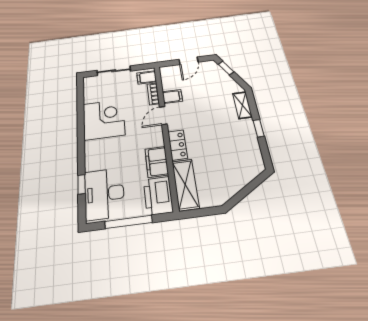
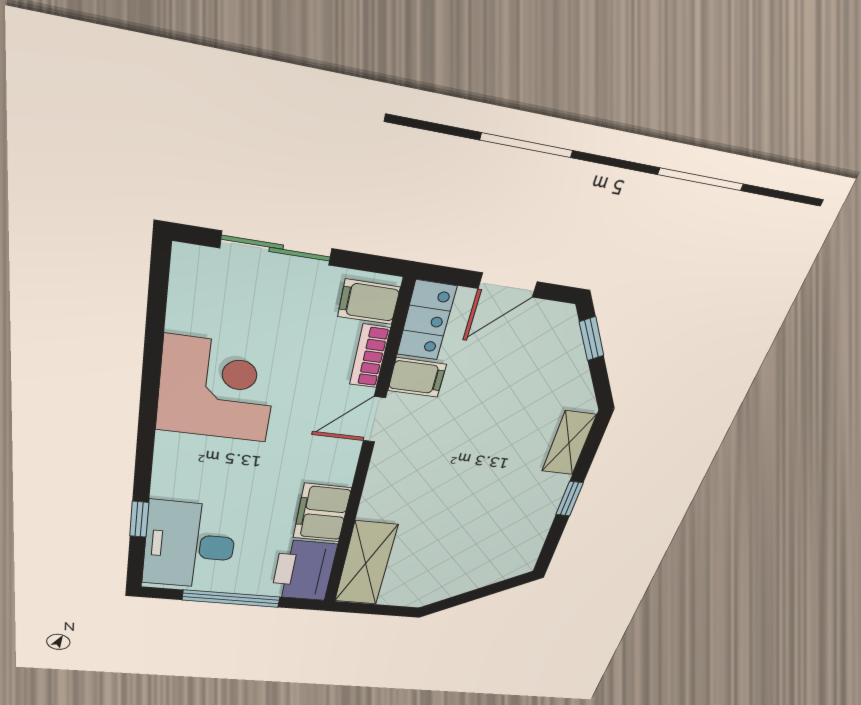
locker: (178, 145) -> (427, 321), moved

